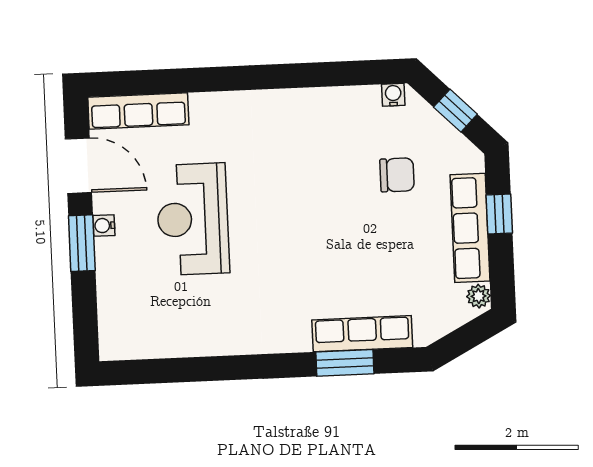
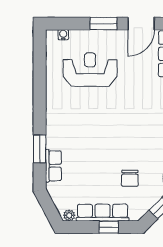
reception desk: (193, 219) -> (90, 70), moved
water cooler: (104, 226) -> (63, 35), moved
row of seats: (362, 334) -> (53, 166), width x0.68

